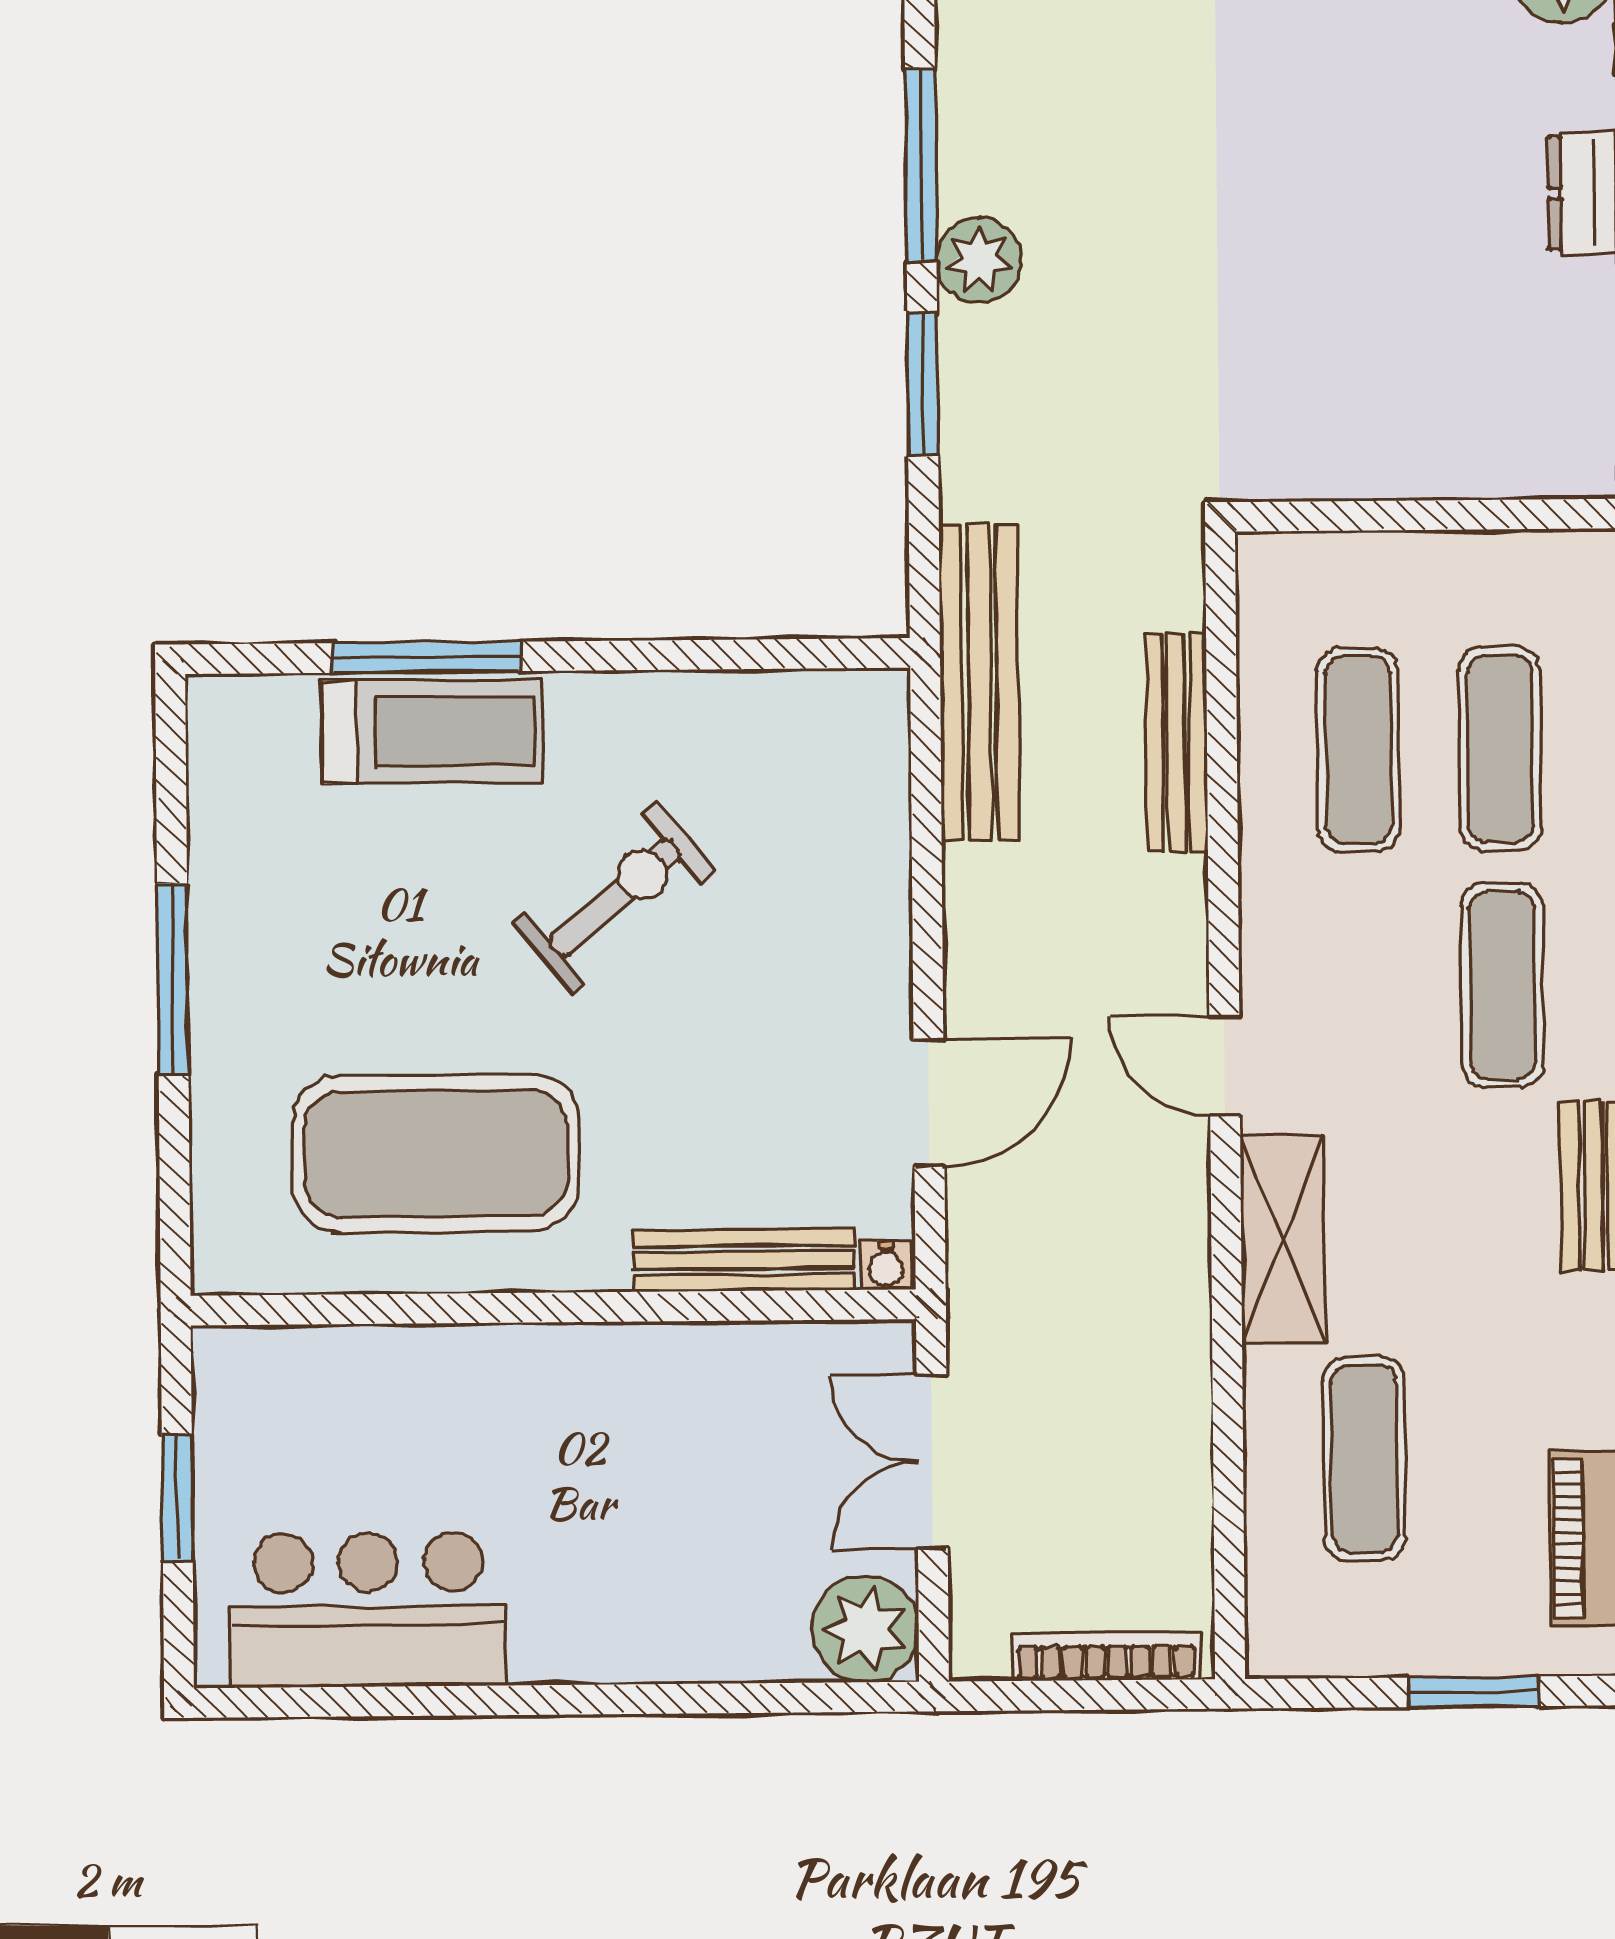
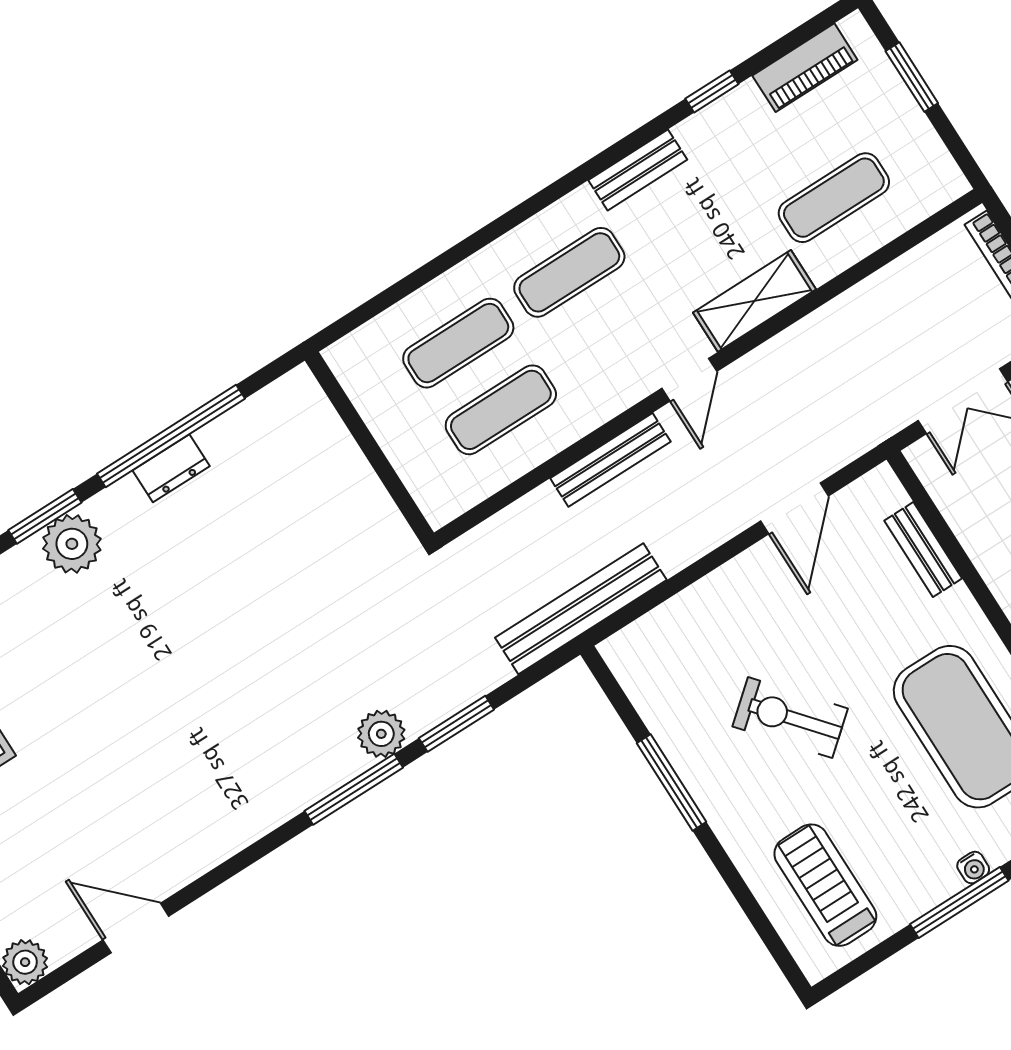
window: (427, 657) -> (672, 783), moved
treadmill: (432, 731) -> (825, 885), moved
bench: (1177, 743) -> (610, 460), moved
door: (929, 1103) -> (795, 508), swing flipped
bench: (744, 1260) -> (923, 549), width x0.73
water cooler: (886, 1265) -> (973, 868), moved, turned 90

